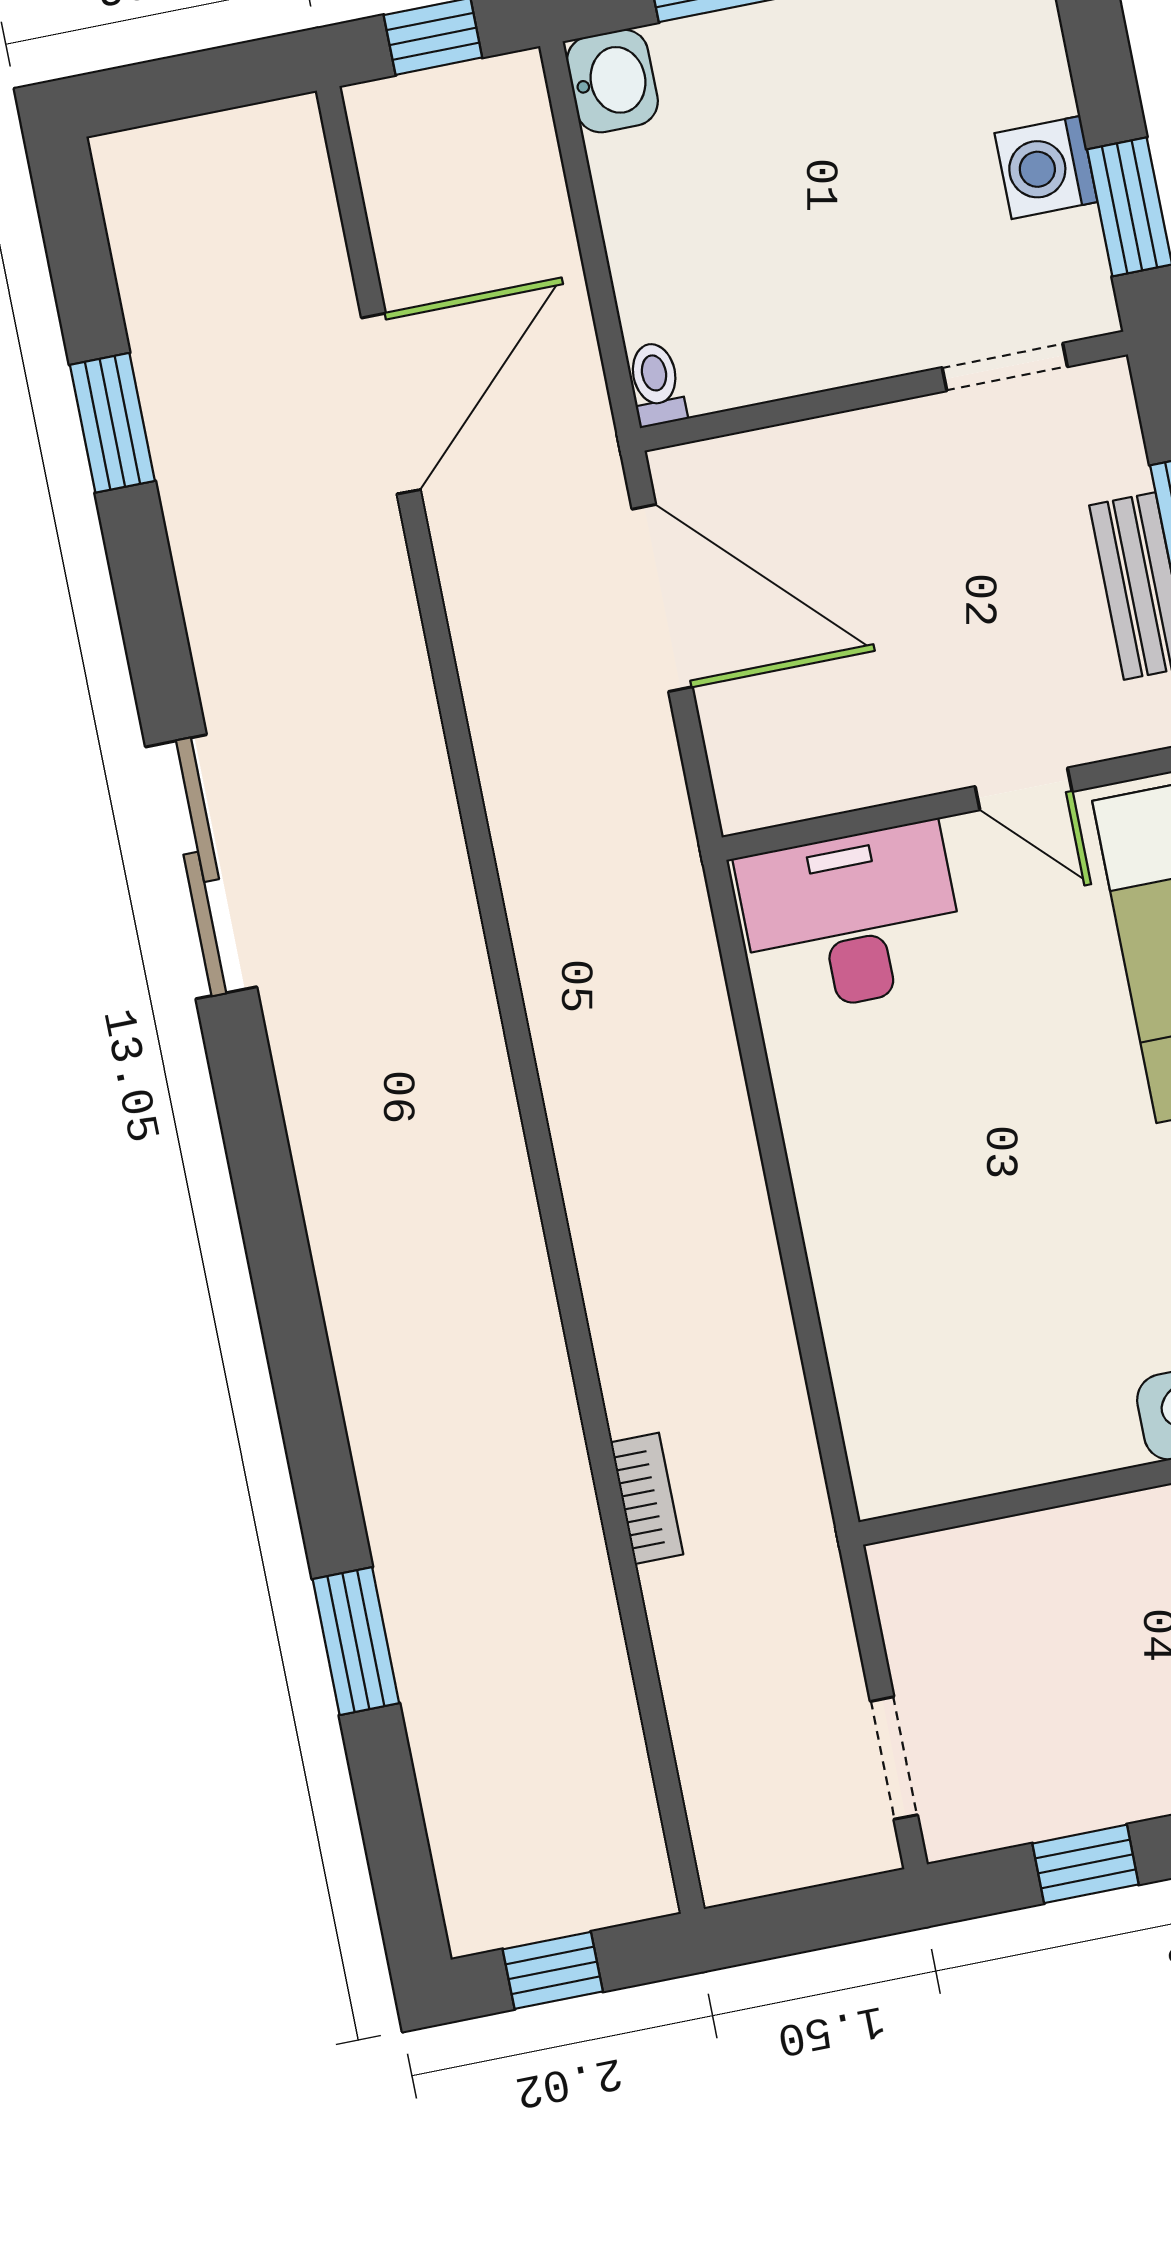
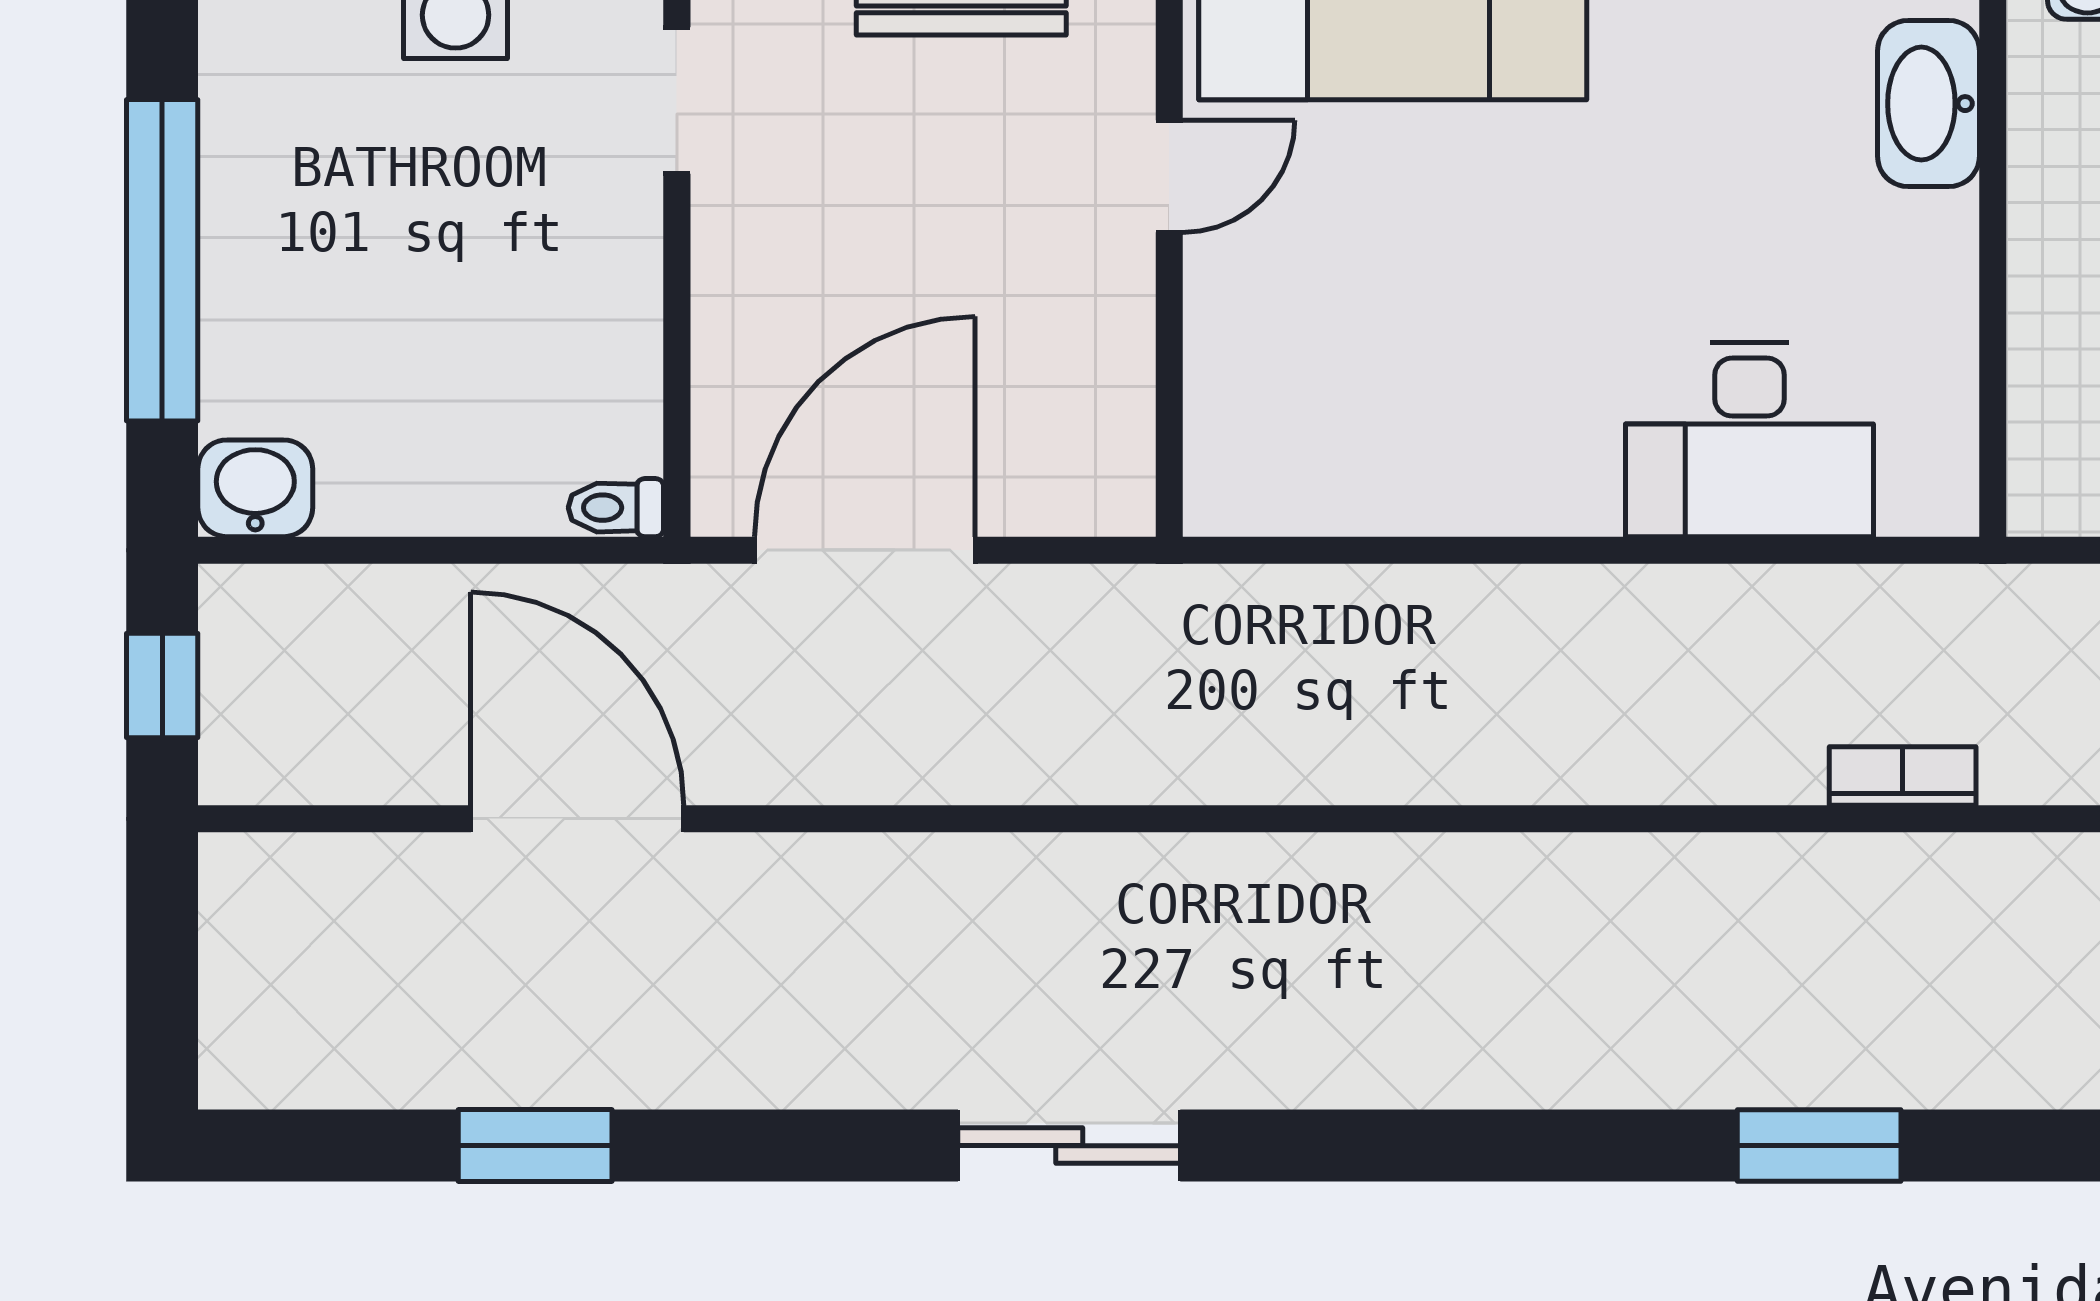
sliding door: (201, 867) -> (1069, 1146), width x0.73
desk: (851, 919) -> (1750, 440), moved, turned -90
window: (356, 1641) -> (1819, 1146), moved

